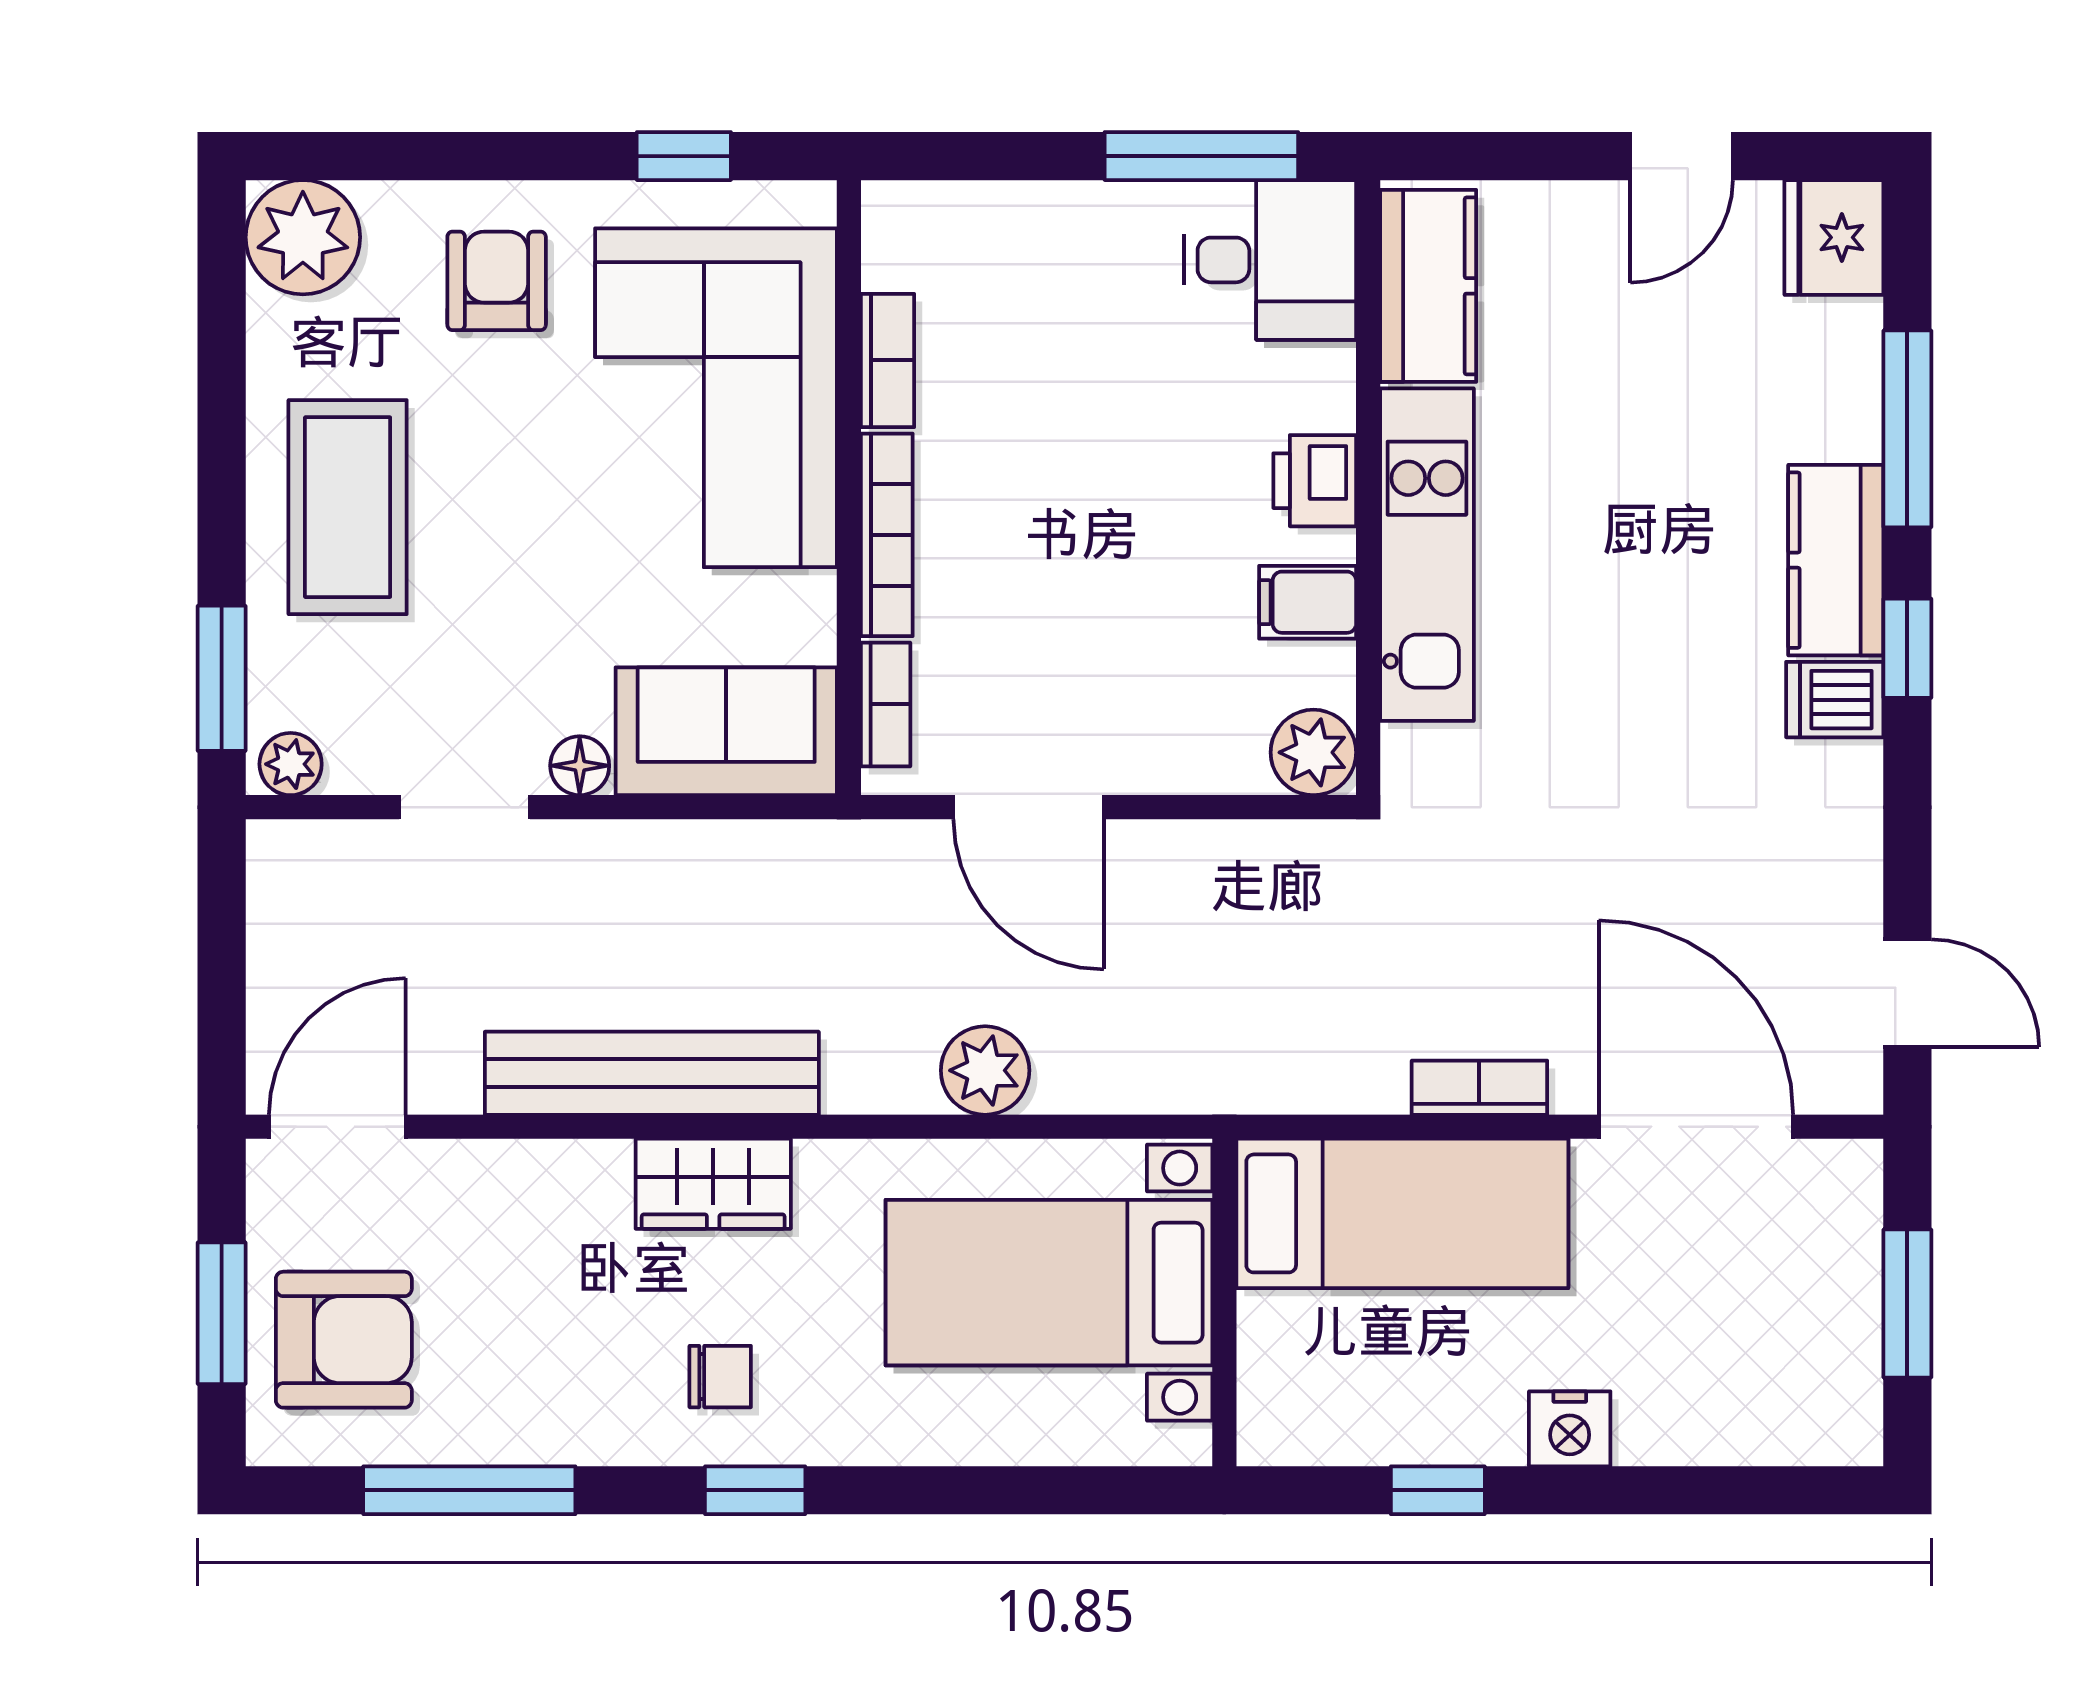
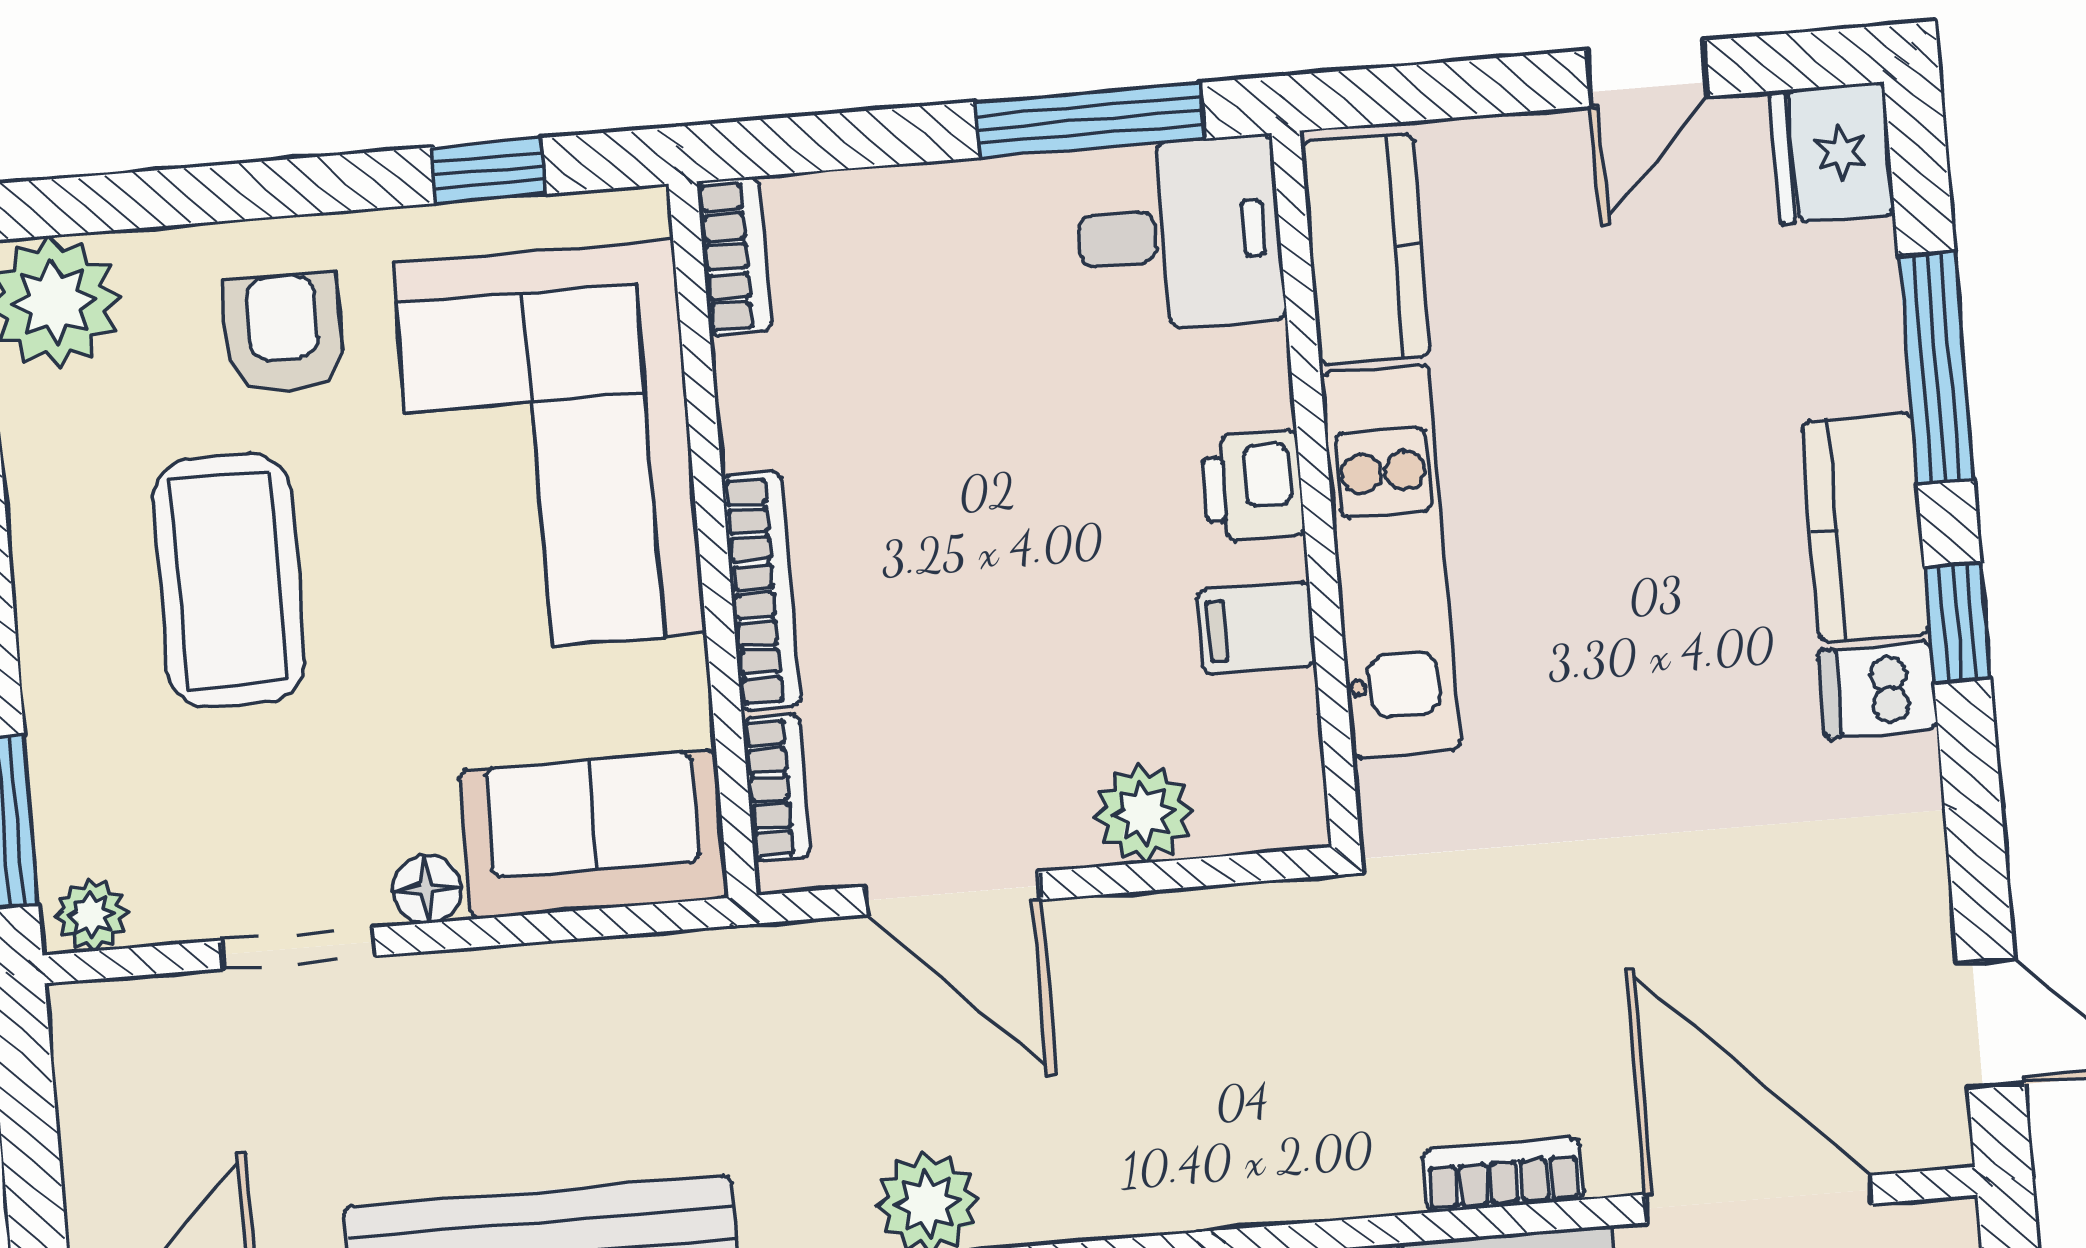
bookcase: (887, 360) -> (734, 256), moved
coffee table: (348, 507) -> (229, 580), moved
plant: (1313, 752) -> (1144, 813), moved

